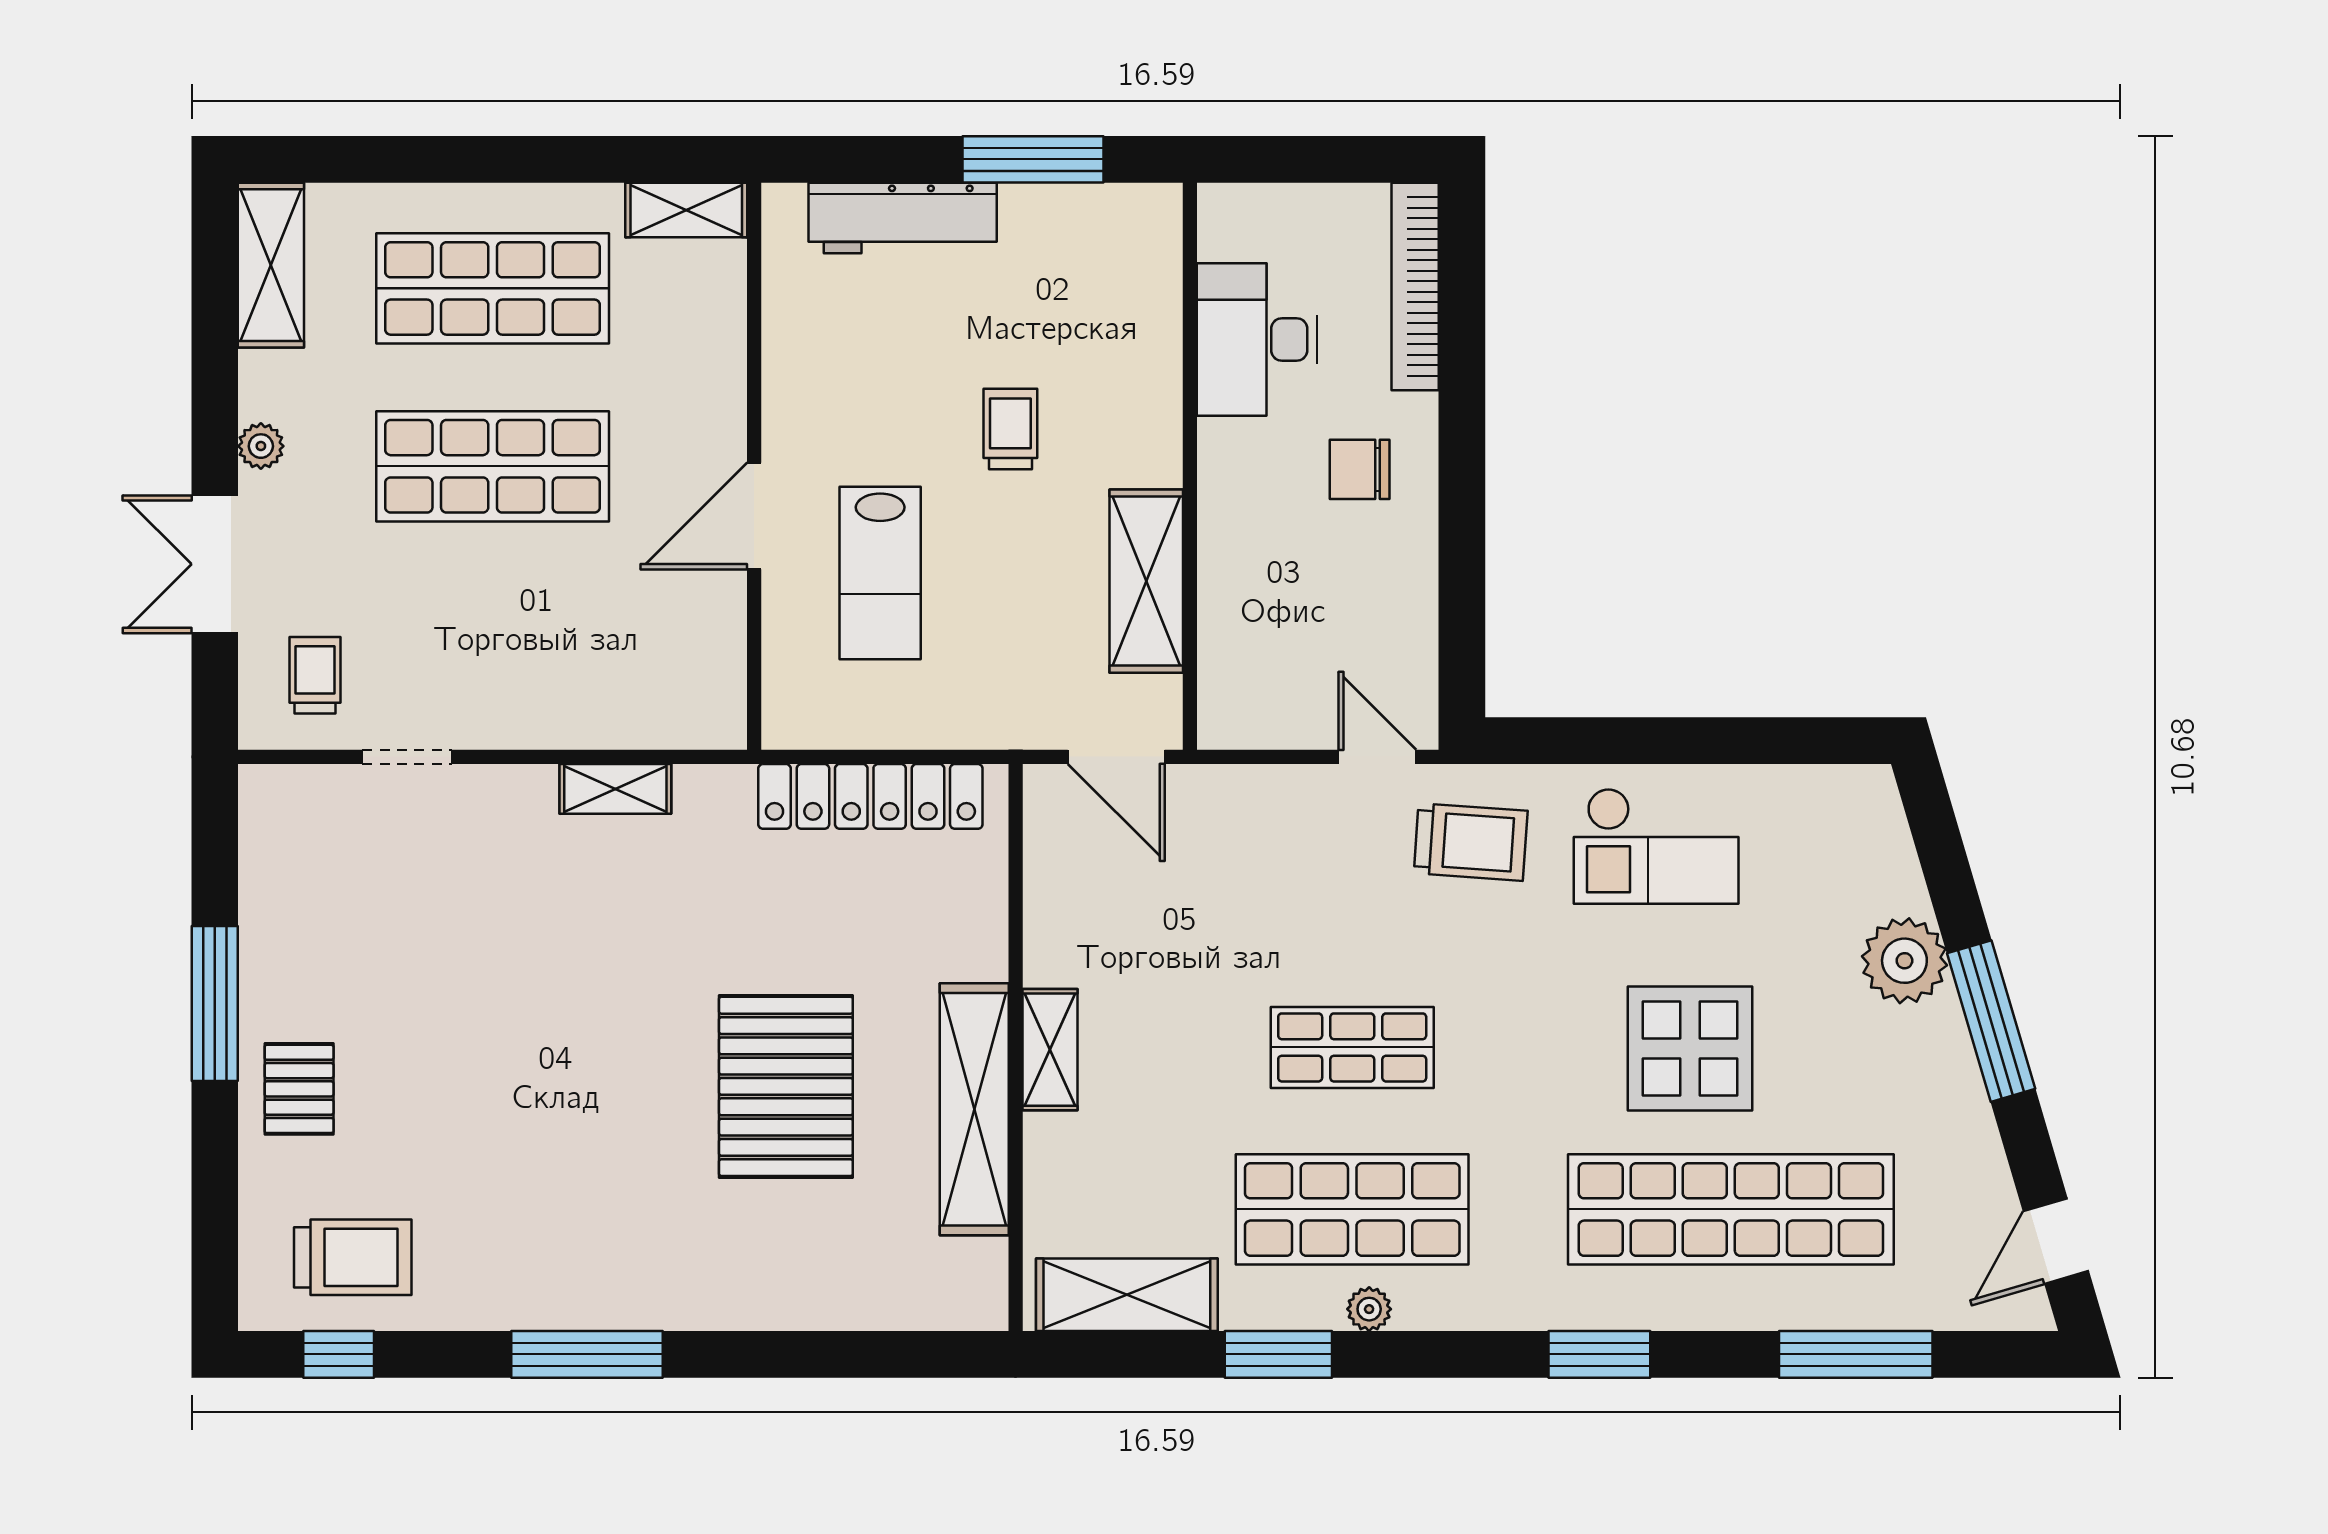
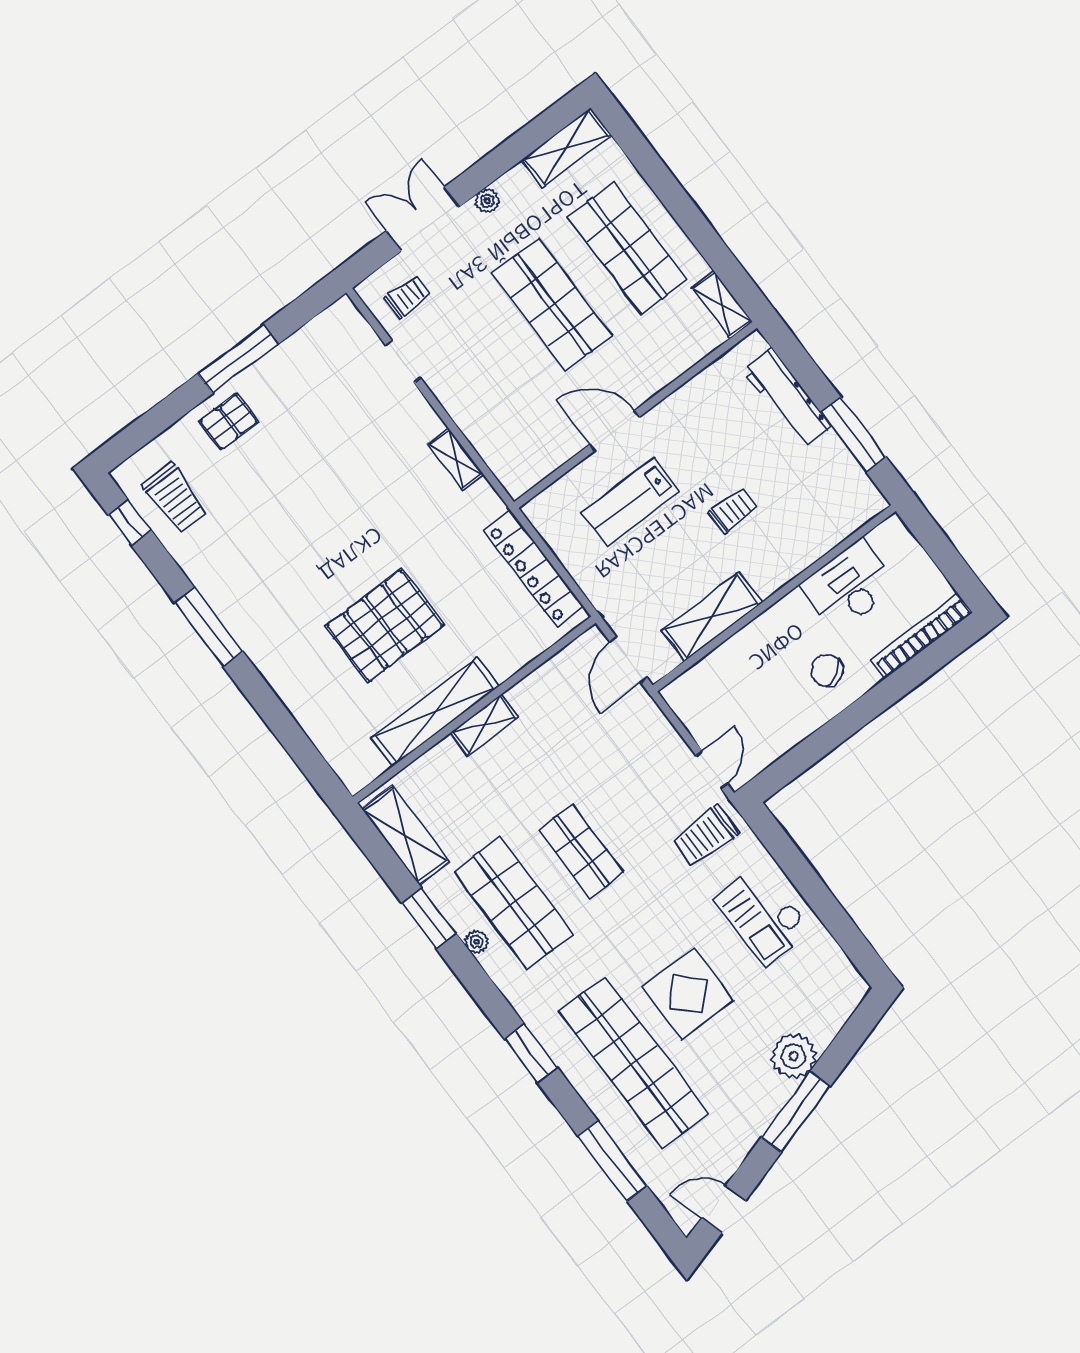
chair: (1360, 469) -> (827, 671), turned -30
trolley: (1471, 842) -> (706, 836), turned 86

